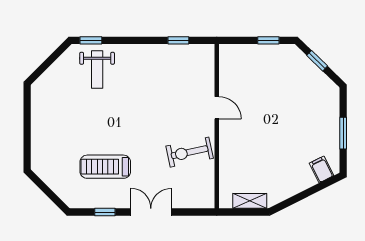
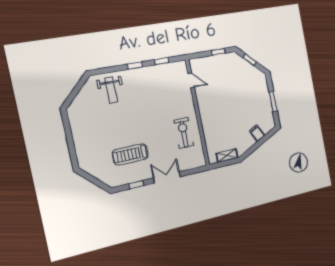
window: (91, 40) -> (135, 66), moved
door: (217, 108) -> (191, 80), moved
exercise bike: (190, 152) -> (184, 133), turned 102
filing cabinet: (322, 169) -> (257, 133), moved

